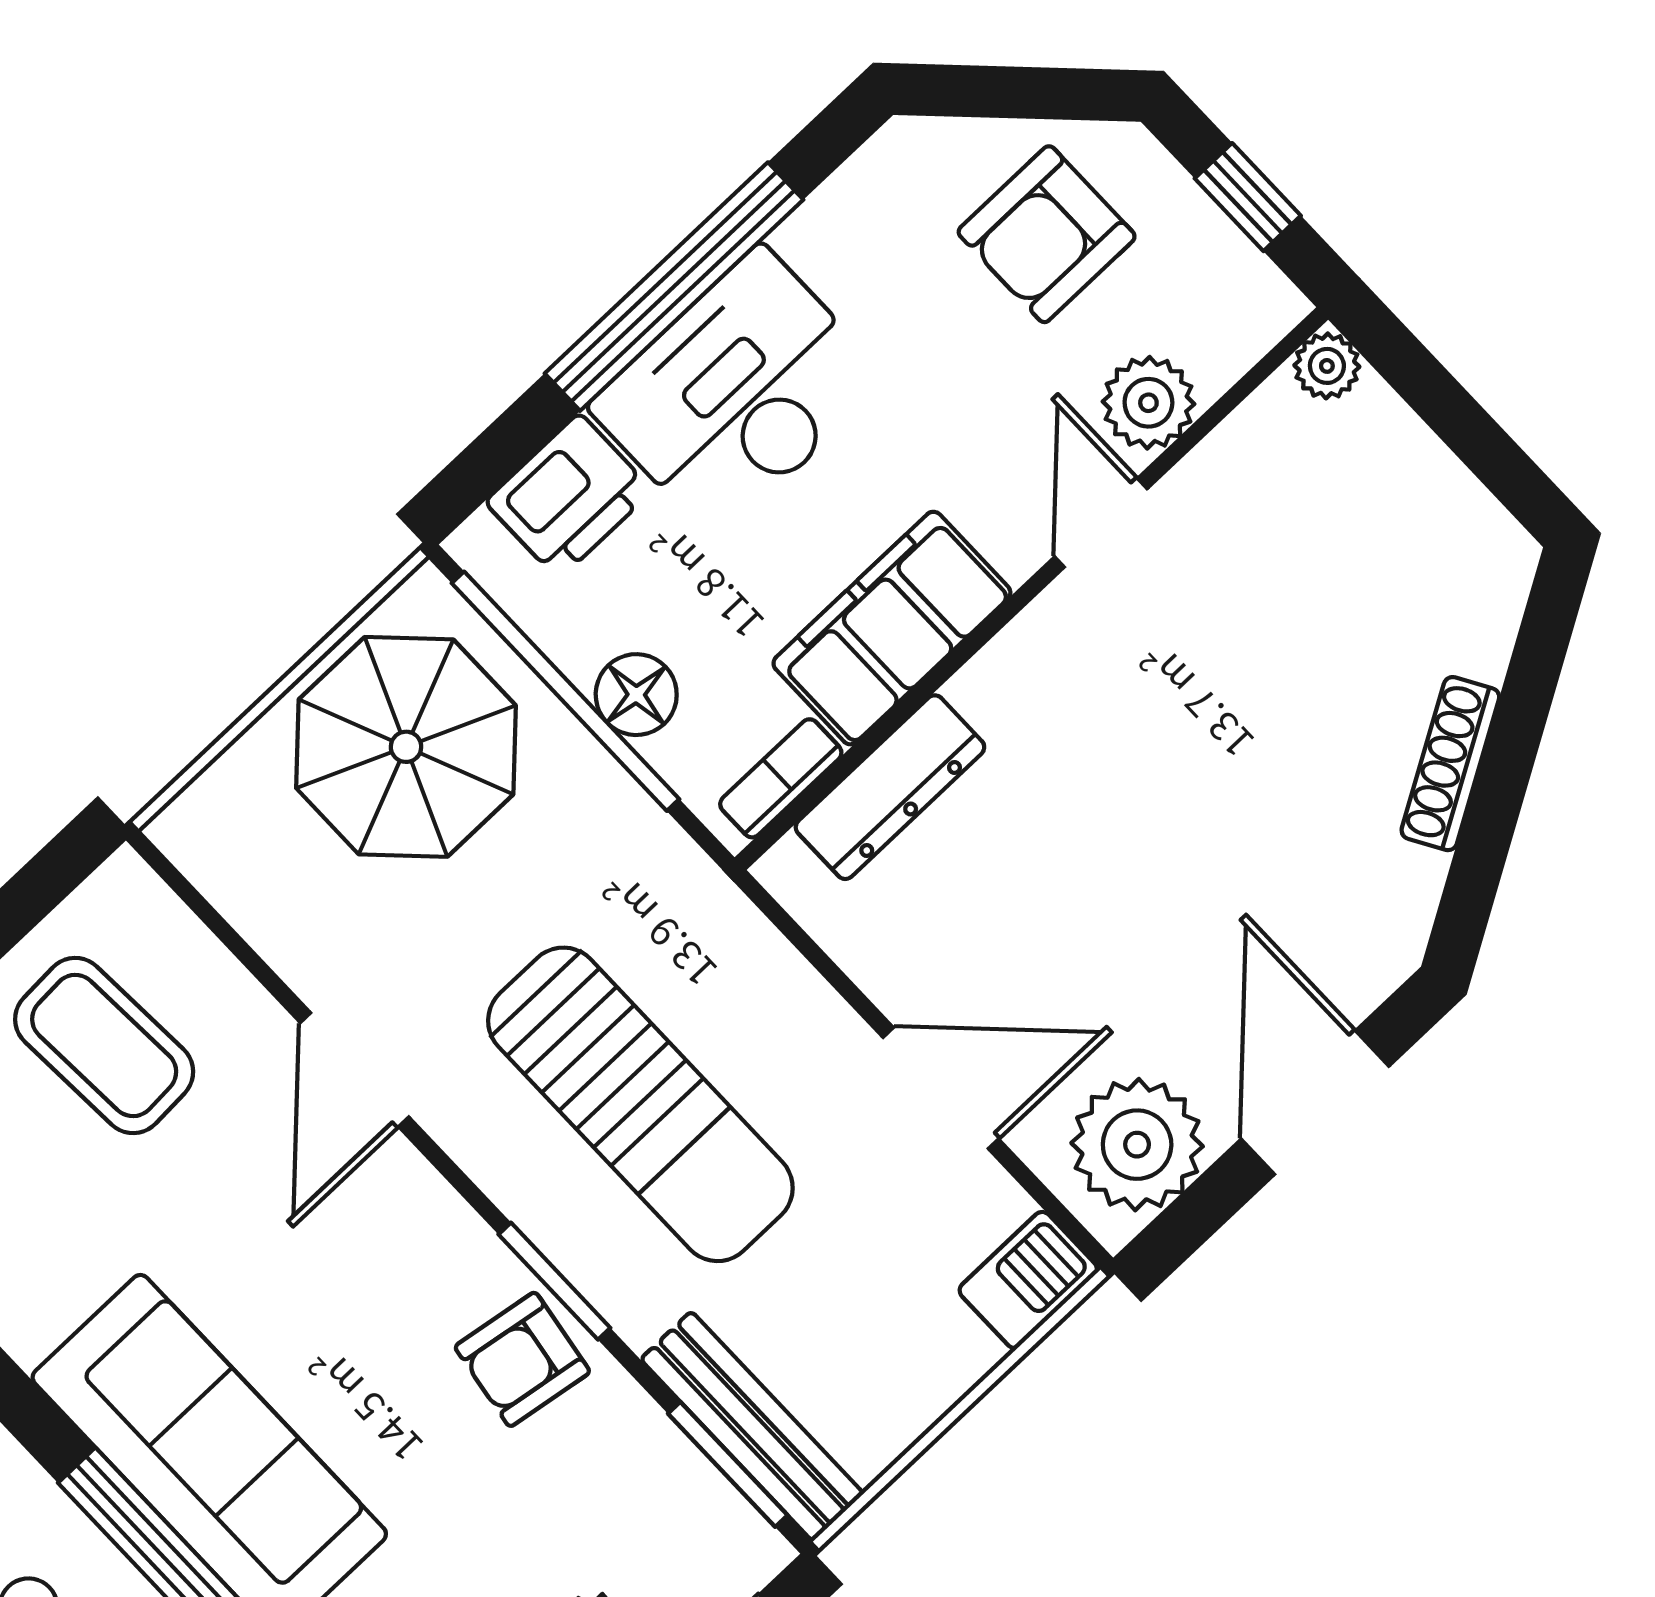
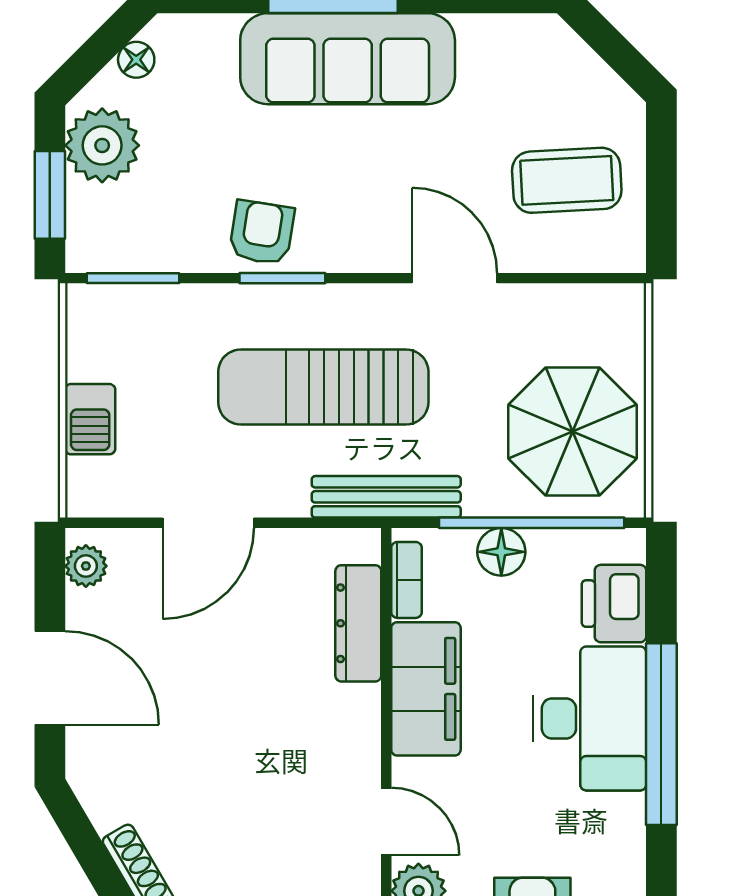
plant: (1137, 1145) -> (86, 566), width x0.53, depth x0.53
barbecue: (1028, 1280) -> (90, 419), moved
bench: (752, 1426) -> (386, 497), moved

